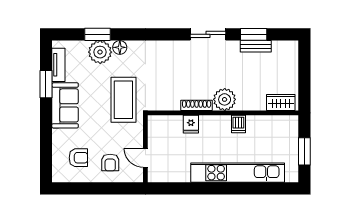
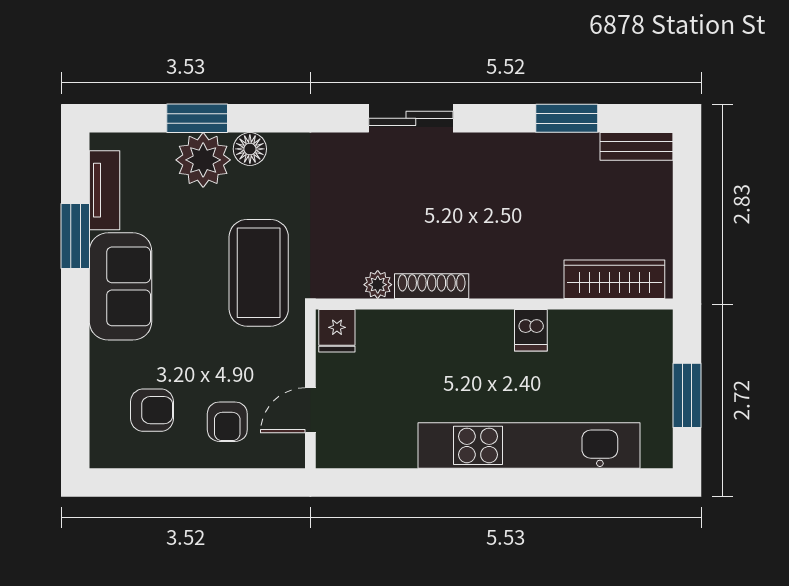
sliding door: (208, 34) -> (411, 118), moved
bench: (256, 46) -> (636, 146), moved
plant: (225, 99) -> (378, 285), moved, width x0.53, depth x0.53
wardrobe: (281, 102) -> (614, 279), width x1.50
fridge: (191, 124) -> (337, 331), moved
door: (145, 158) -> (310, 410), hinge flipped

